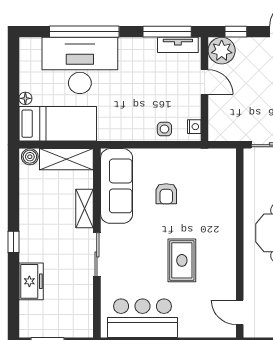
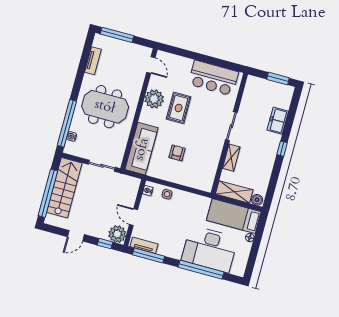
sofa: (117, 186) -> (142, 149), moved, turned 180
plant: (222, 264) -> (154, 99), added

